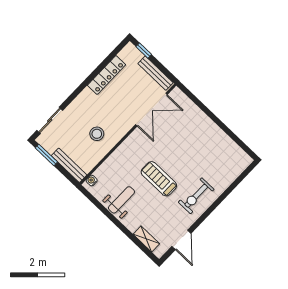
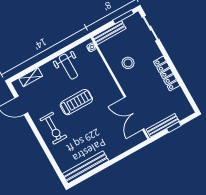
window: (144, 51) -> (174, 127), moved
locker: (107, 75) -> (167, 73), moved
bench: (229, 146) -> (86, 167), added
exercise bike: (196, 196) -> (53, 128), turned 180

